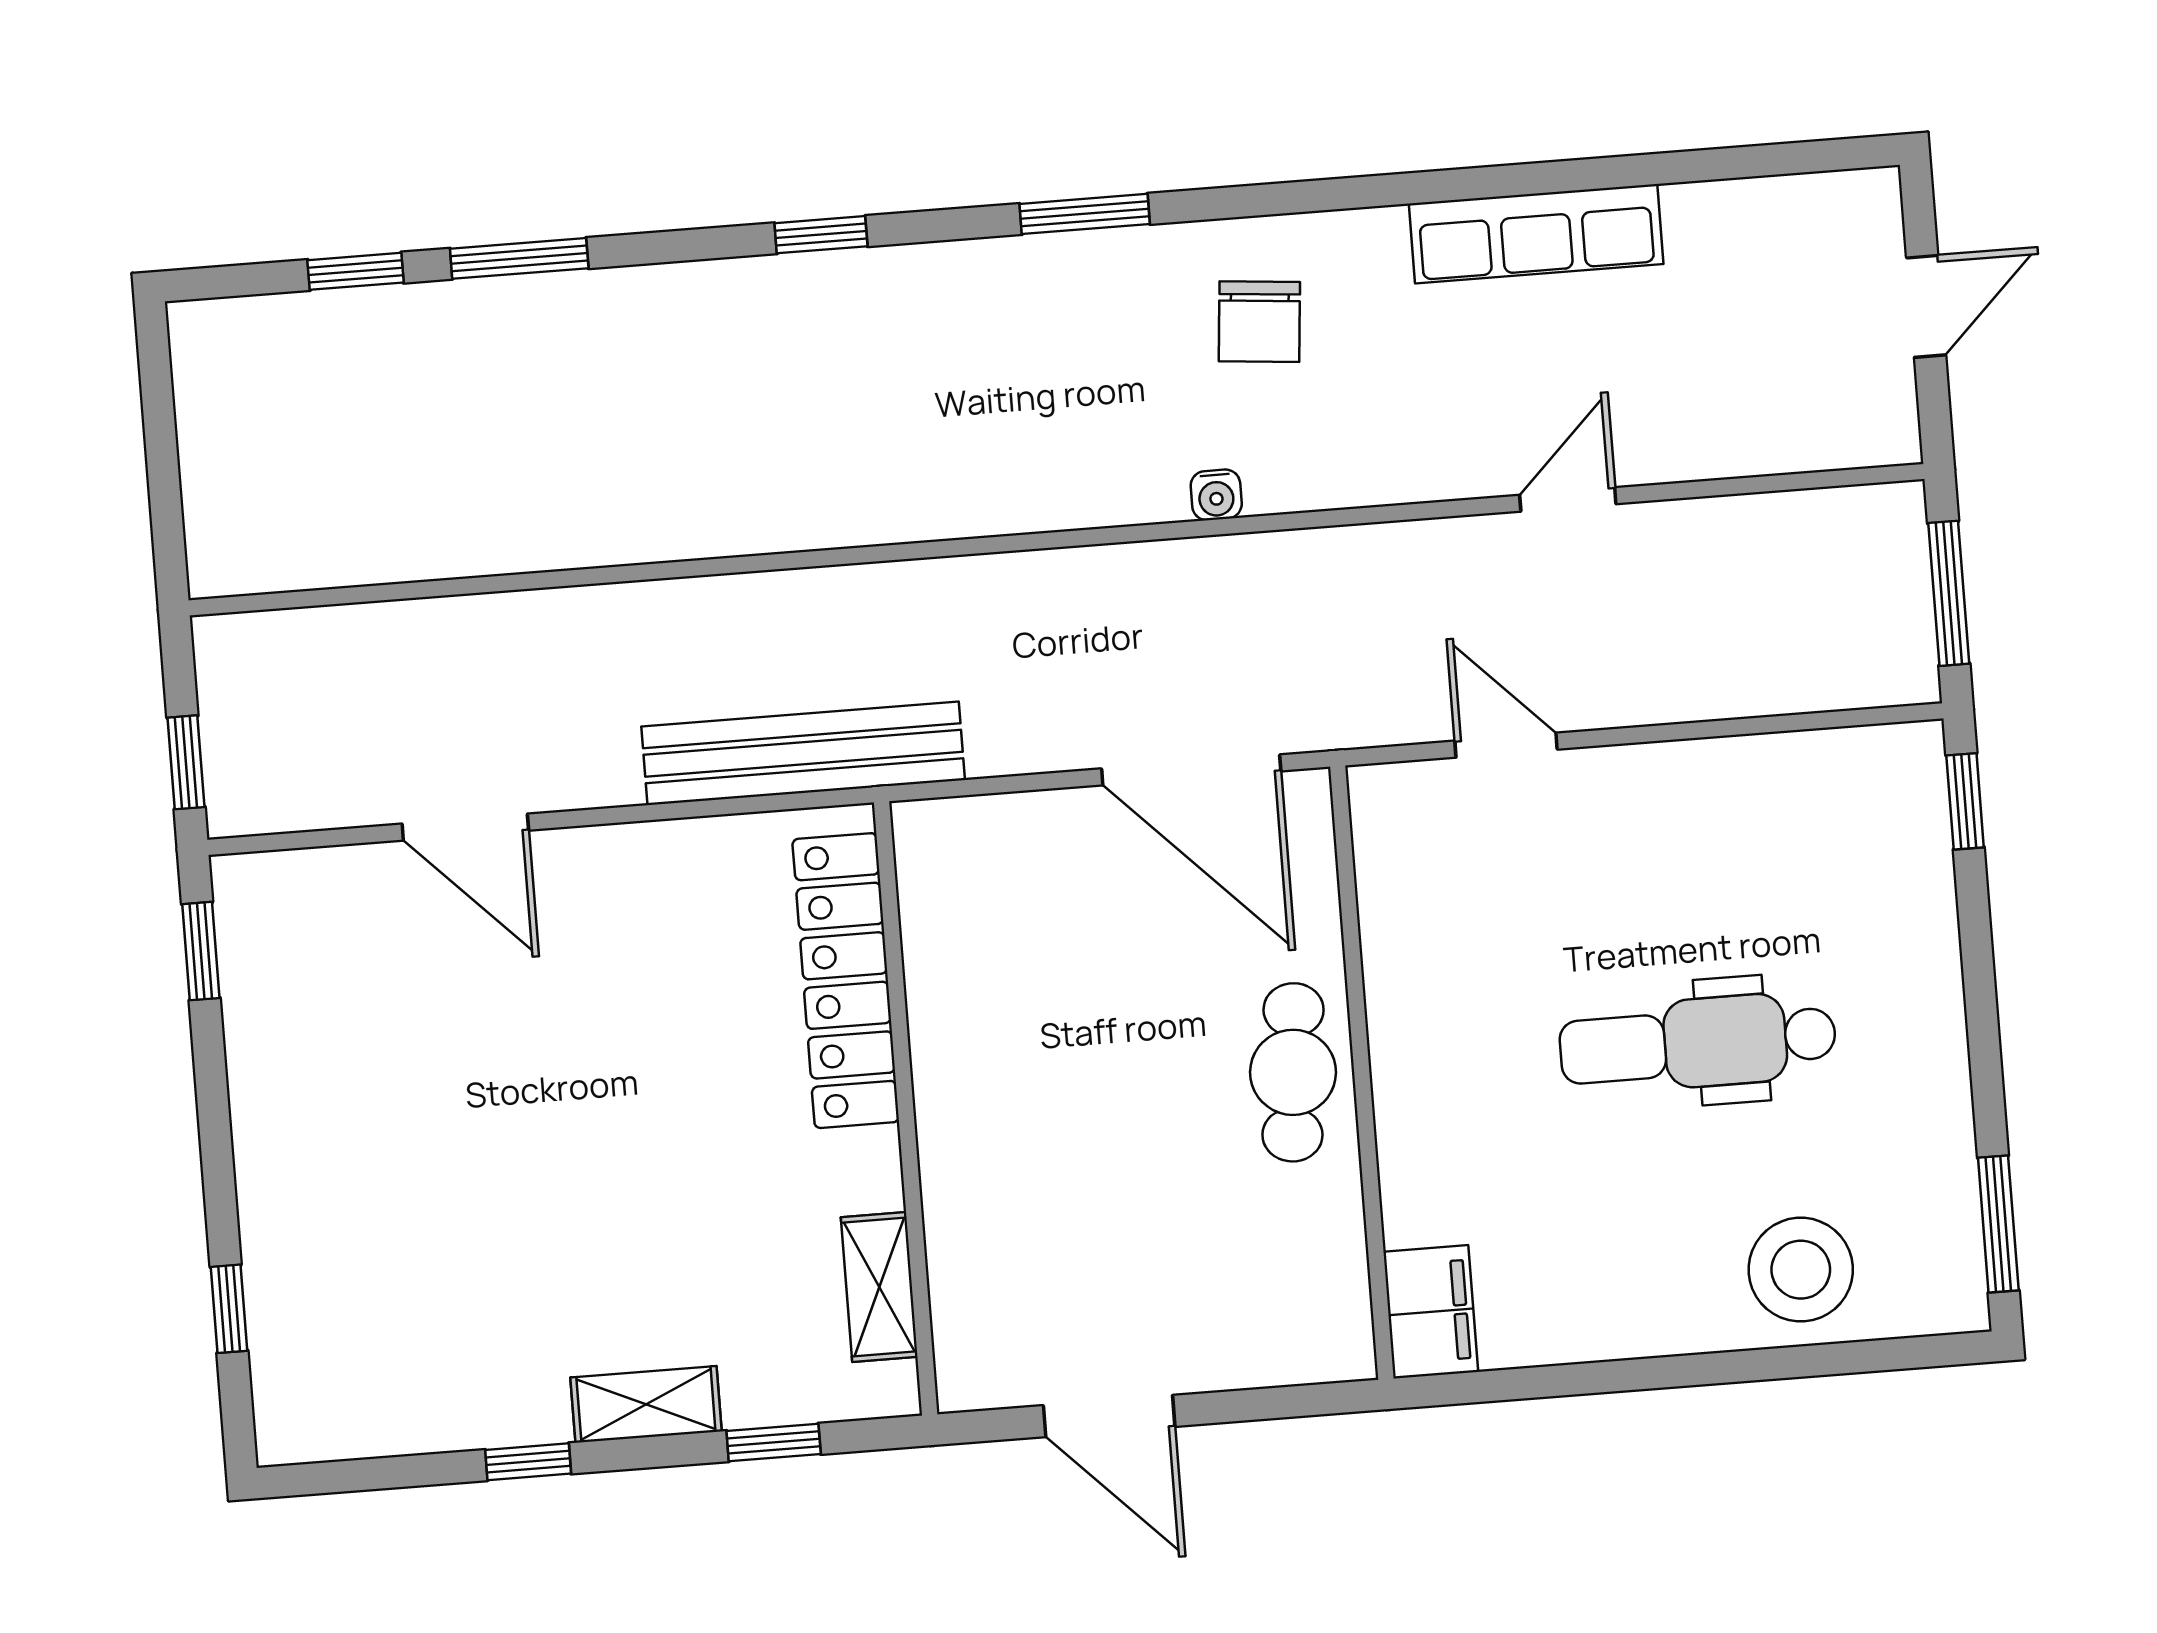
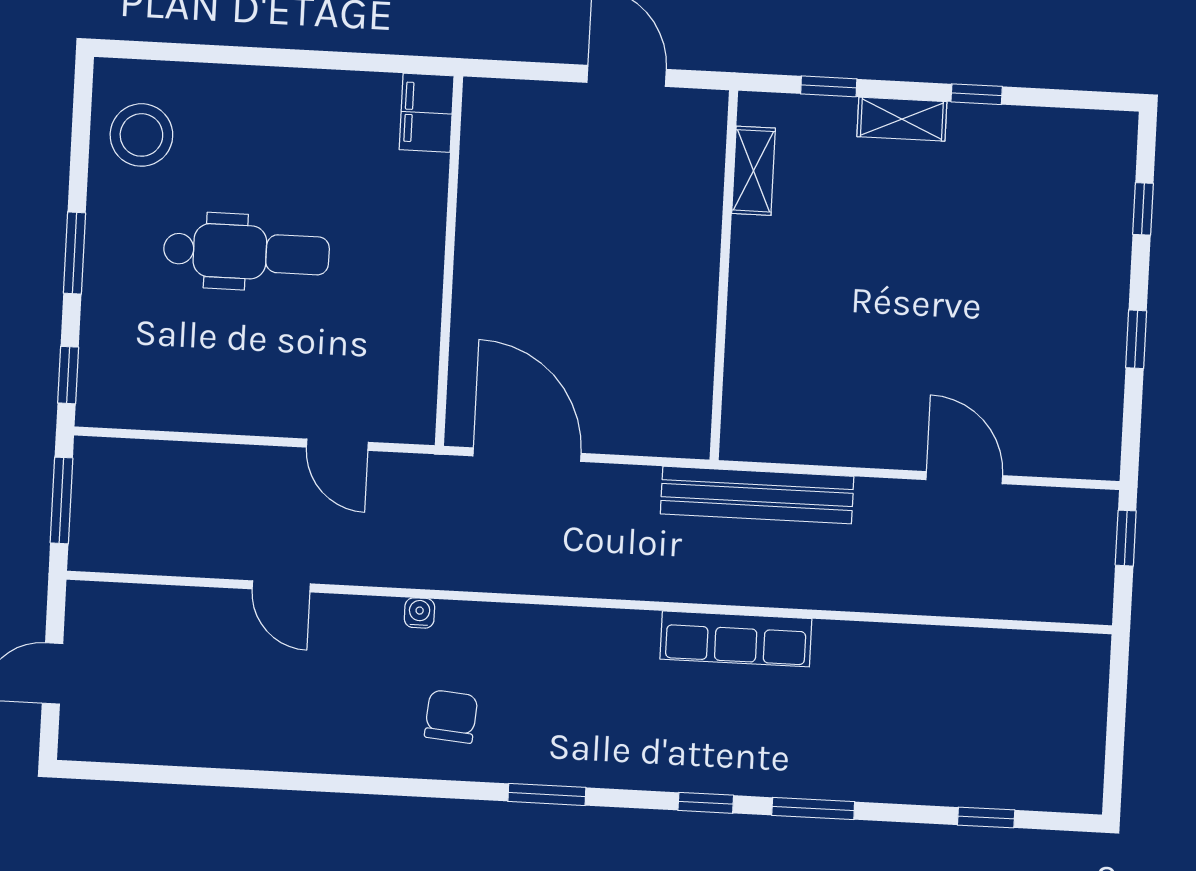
row of seats: (1536, 234) -> (736, 639), moved, turned 180
window: (519, 258) -> (813, 808), moved
water cooler: (1216, 495) -> (419, 613), moved
door: (1568, 499) -> (281, 586), hinge flipped
window: (201, 951) -> (1136, 339), moved
locker: (846, 981) -> (750, 356), removed
cafe table: (1293, 1072) -> (490, 266), removed
window: (1998, 1224) -> (74, 253), moved
stool: (1801, 1270) -> (141, 135), moved

